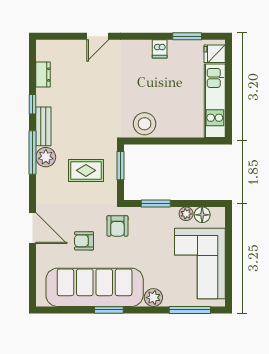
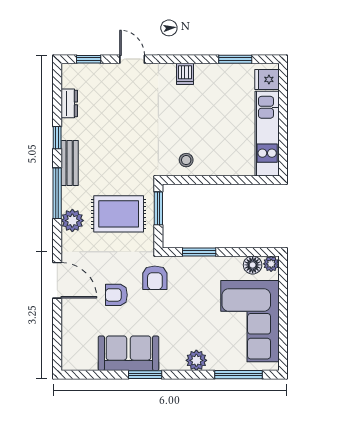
window: (60, 36) -> (89, 59), added
door: (98, 36) -> (132, 59), swing flipped
dishwasher: (160, 49) -> (185, 74), moved
stool: (145, 124) -> (186, 160), width x0.53, depth x0.53
plant: (46, 157) -> (72, 221), moved
rug: (86, 170) -> (119, 214), width x1.36, depth x1.43
plant: (186, 214) -> (271, 264), moved
sofa: (95, 287) -> (129, 353), width x0.54, depth x0.79

